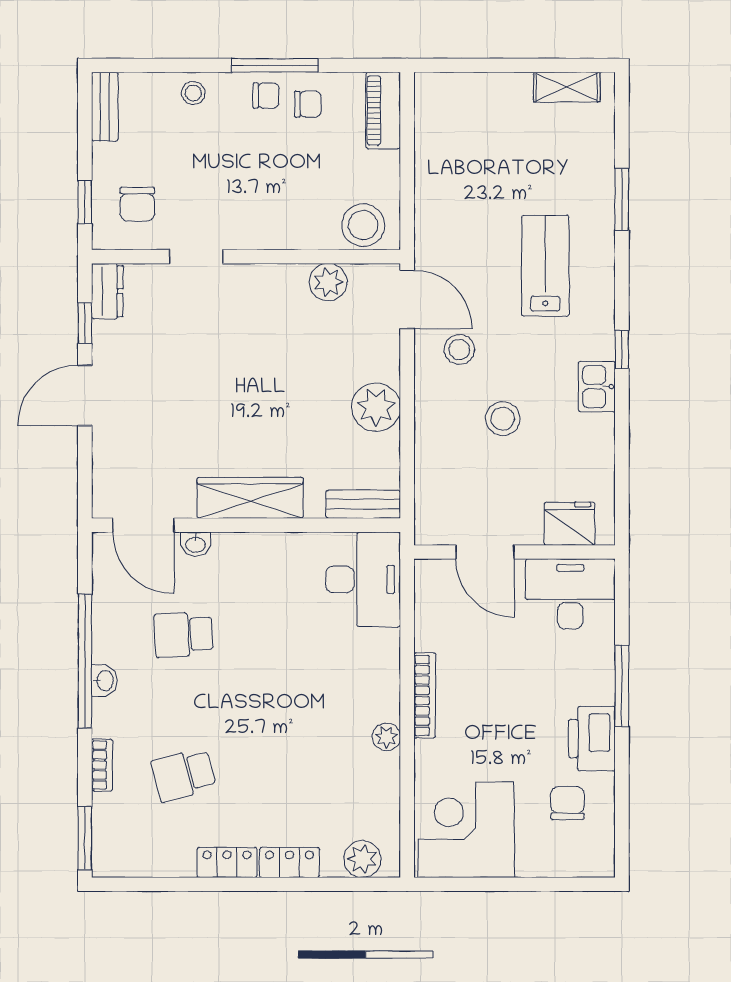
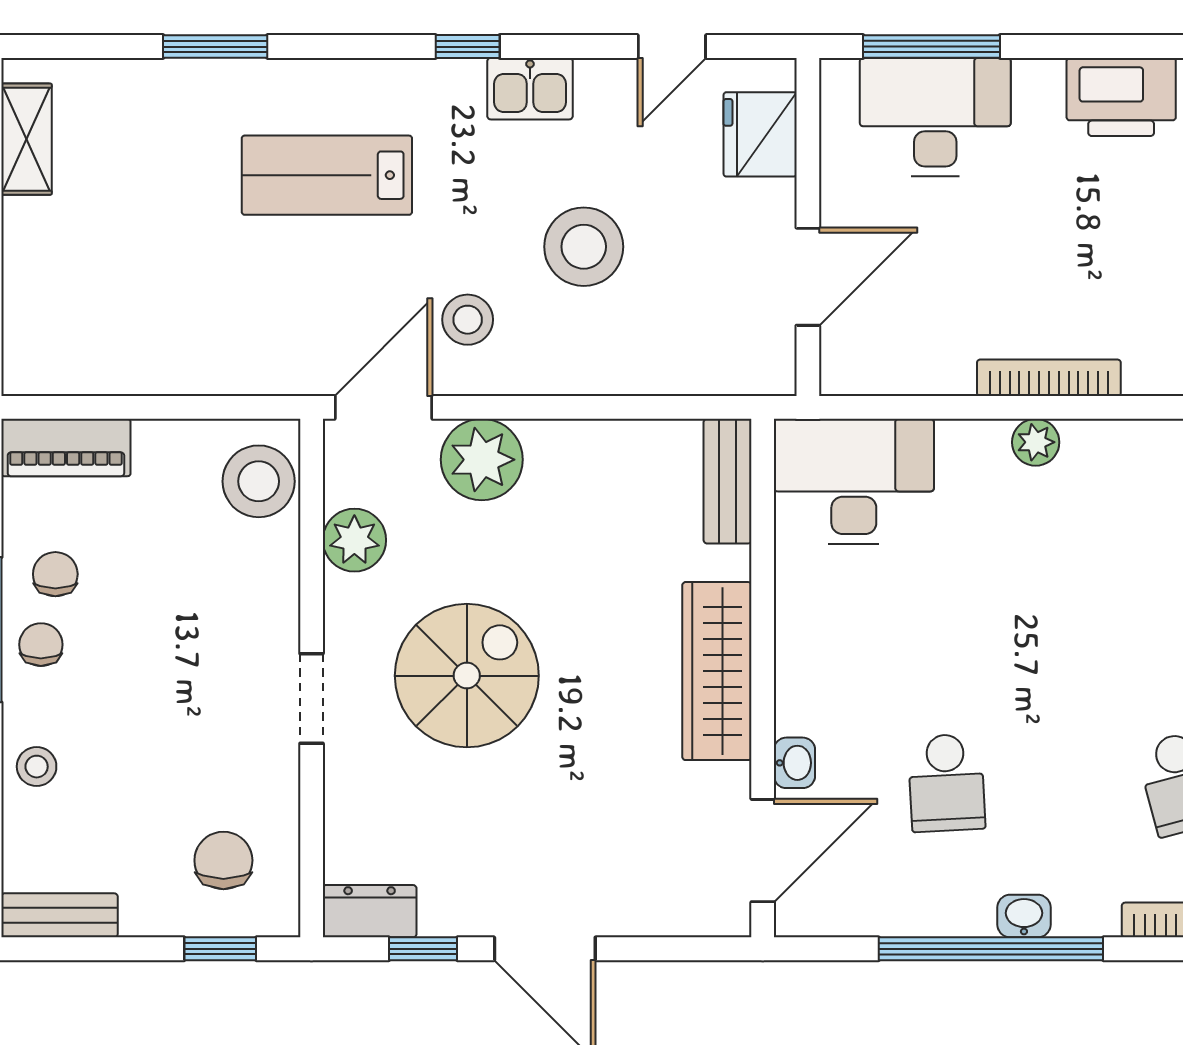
chair: (137, 204) -> (223, 860), turned -90
doorway: (196, 257) -> (312, 699), moved
spiral stairs: (247, 349) -> (467, 676), added
plant: (376, 407) -> (482, 460), moved
stool: (503, 419) -> (584, 247), width x1.38, depth x1.38
door: (622, 471) -> (672, 47), added
desk: (570, 594) -> (935, 117), moved, turned 90
window: (622, 686) -> (931, 47), moved
plant: (386, 737) -> (1036, 442), moved

